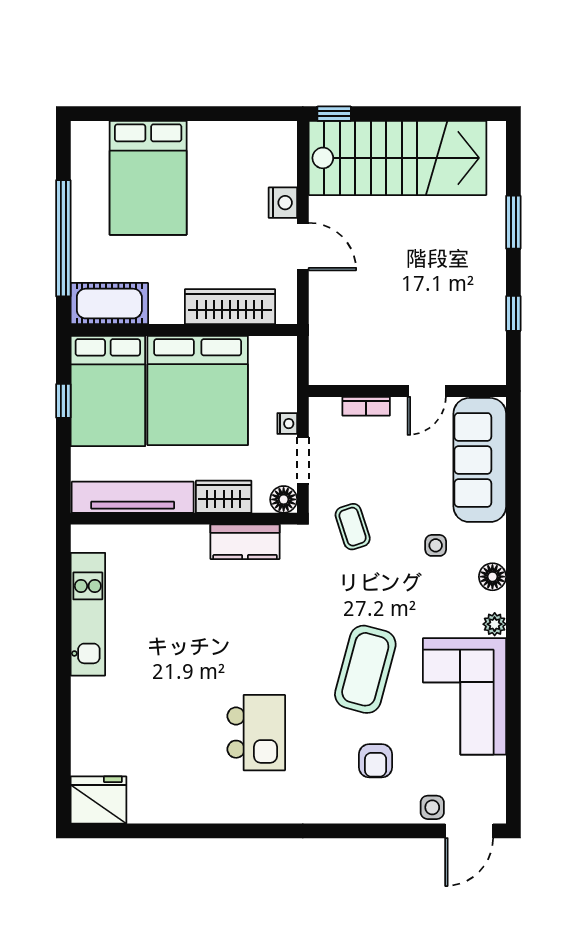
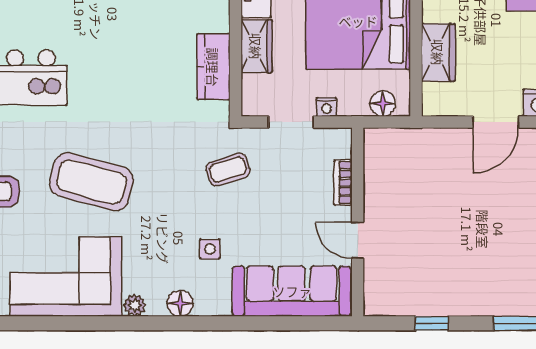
wardrobe: (230, 307) -> (438, 52), width x0.67
floor lamp: (284, 499) -> (383, 104), moved

